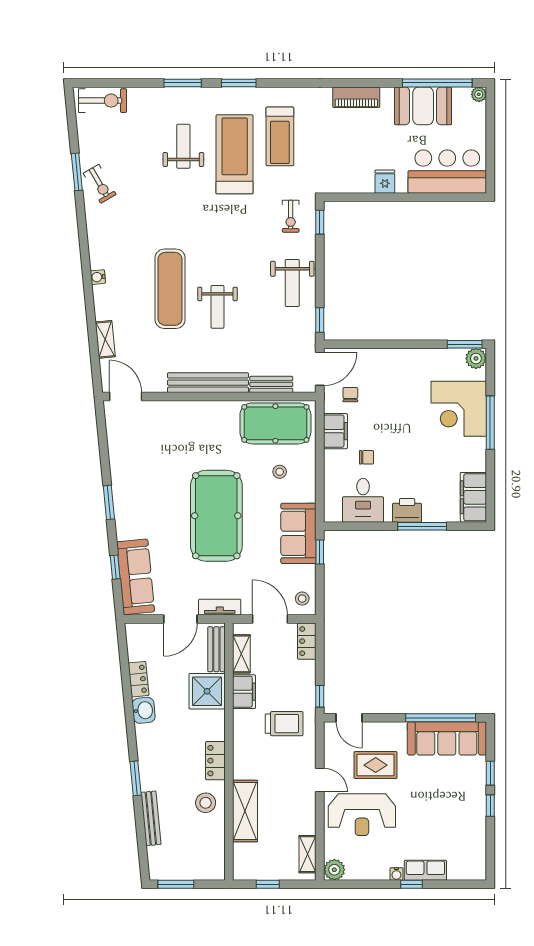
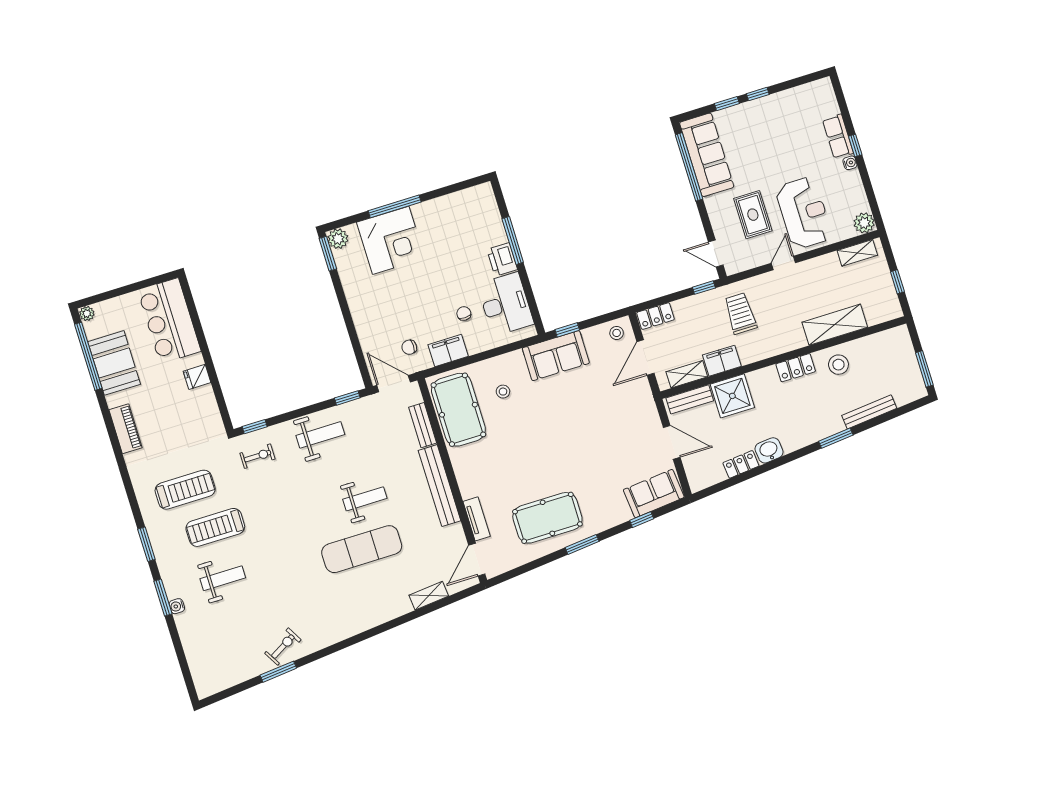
exercise bike: (103, 101) -> (203, 668), removed
weight bench: (183, 146) -> (223, 578), turned 180
treadmill: (235, 154) -> (215, 527), width x0.73, depth x0.73
water cooler: (98, 277) -> (177, 606), moved, turned 96
filing cabinet: (473, 497) -> (470, 200), removed
desk: (363, 500) -> (506, 304), width x1.37
pool table: (216, 516) -> (547, 518), moved, width x0.73, depth x0.76
sofa: (136, 577) -> (654, 494), width x0.73
tv unit: (220, 607) -> (477, 519), moved, turned 180
door: (349, 718) -> (716, 253), swing flipped

